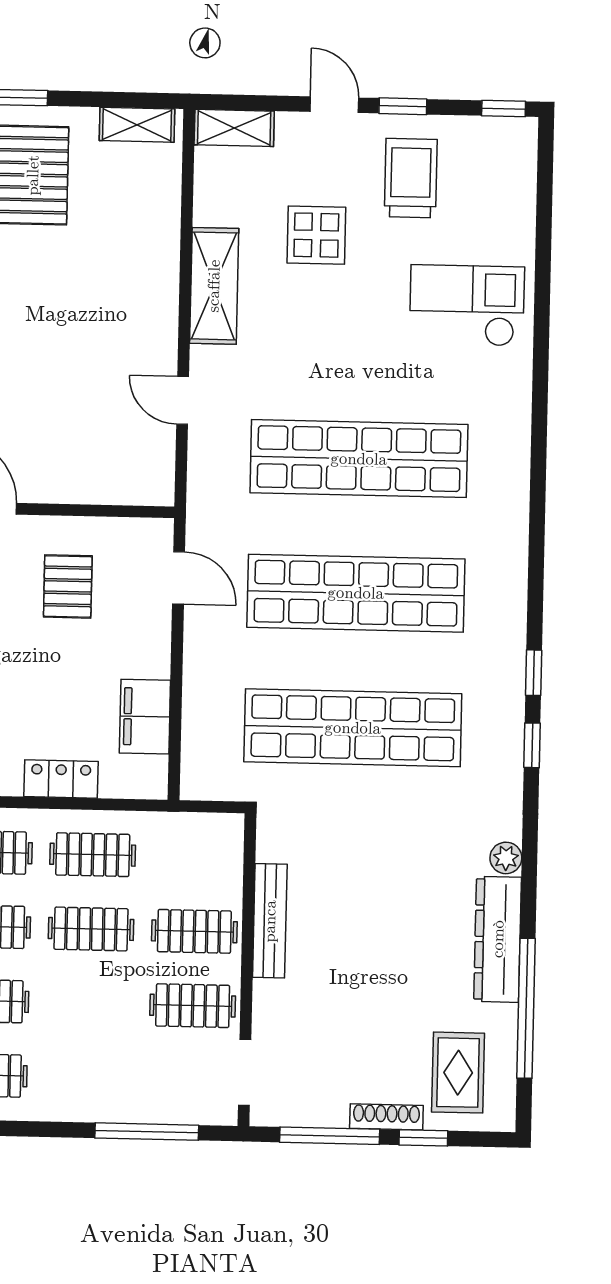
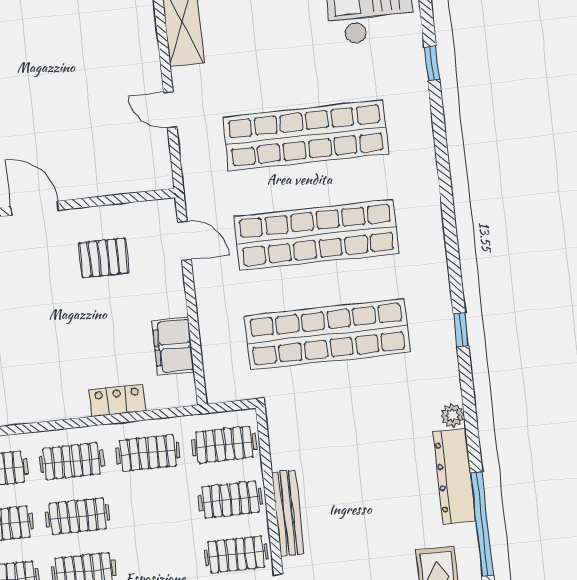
pallet: (68, 586) -> (104, 258), turned 90
window: (534, 673) -> (432, 63), moved
bench: (270, 921) -> (288, 513), moved
clothes rail: (91, 929) -> (224, 445), moved

